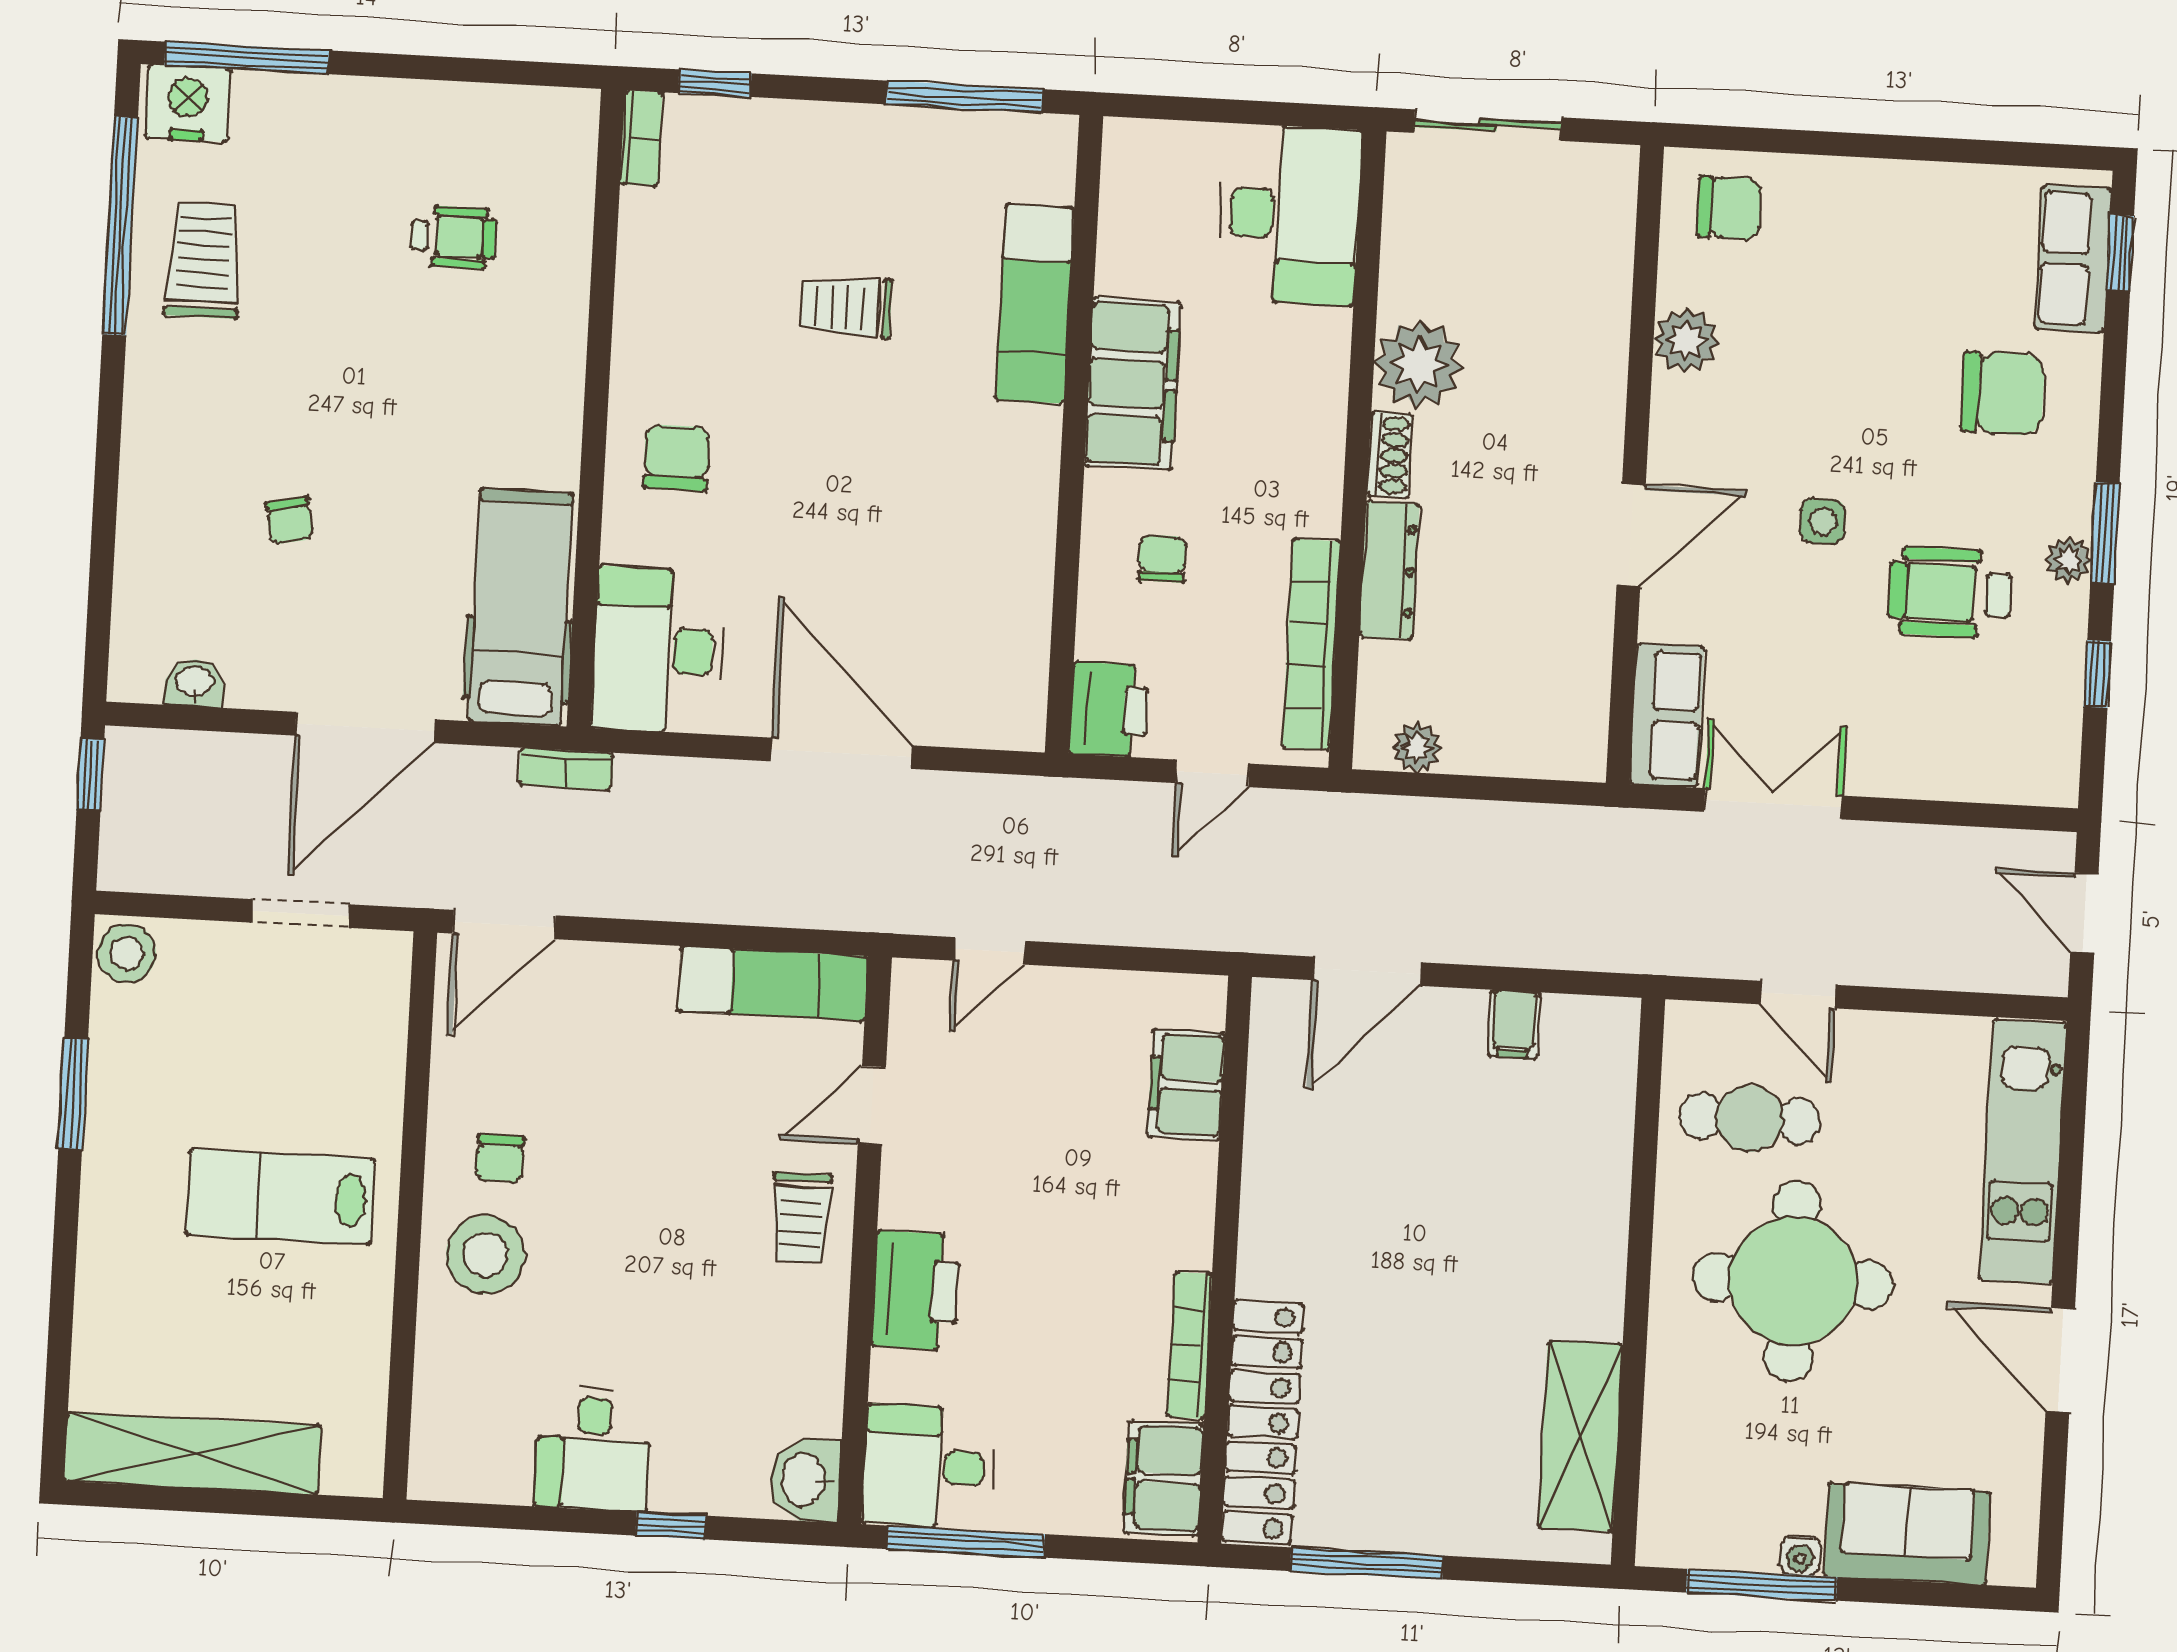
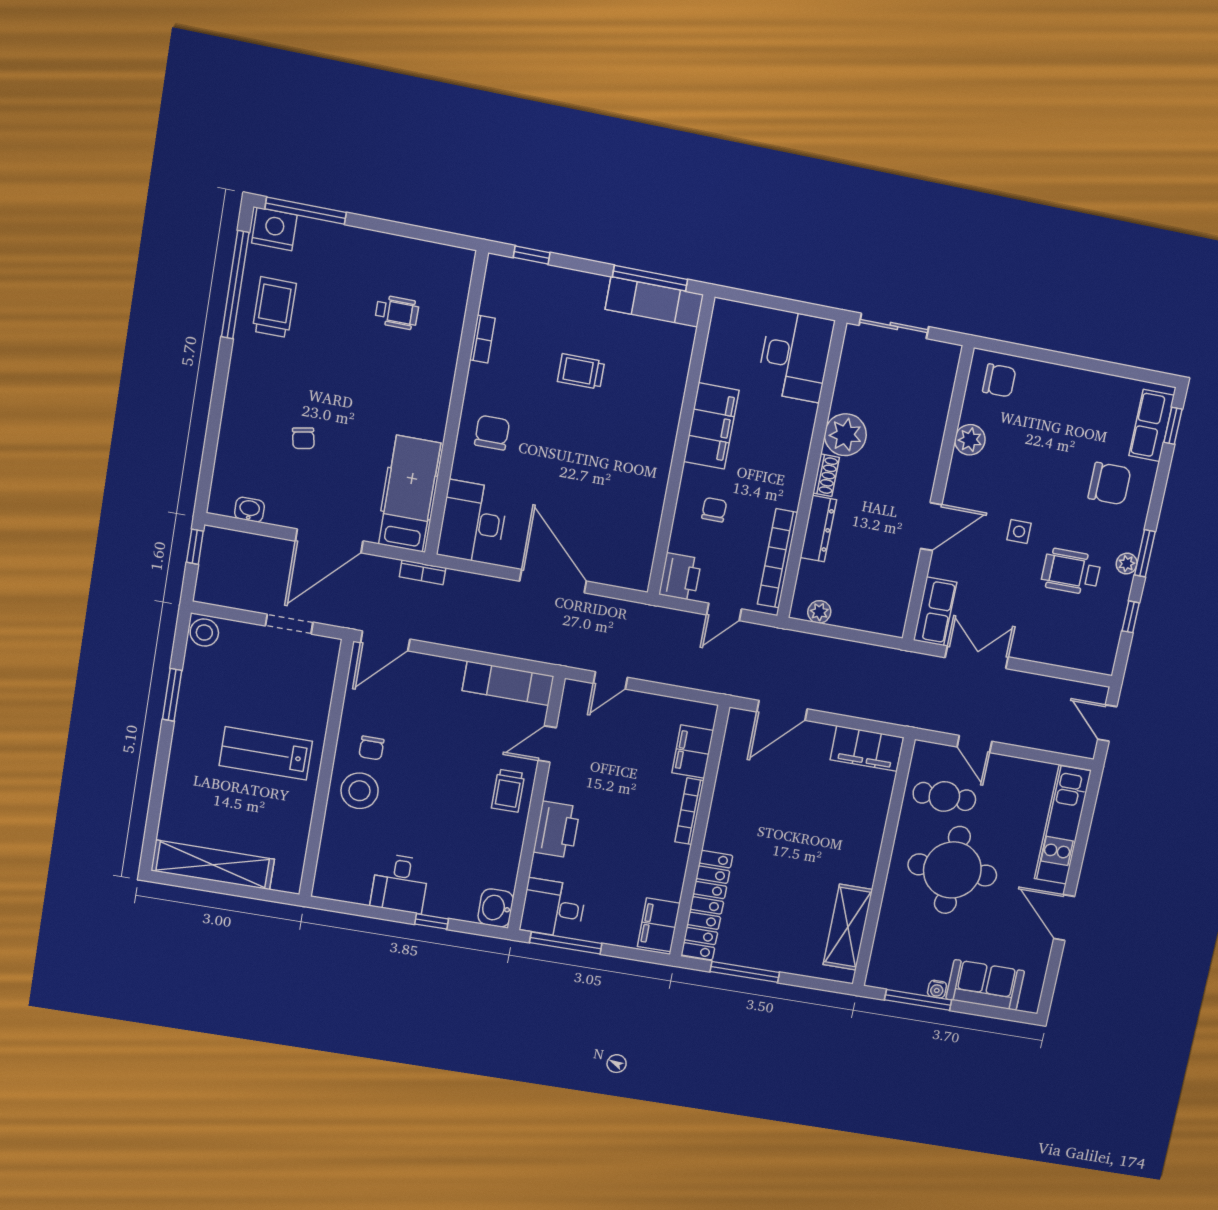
bookcase: (641, 138) -> (482, 339), moved
exam couch: (1035, 304) -> (654, 302), moved, turned -90
filing cabinet: (1514, 1024) -> (867, 748), width x3.00, depth x1.17
bookcase: (1190, 1345) -> (689, 811), moved

